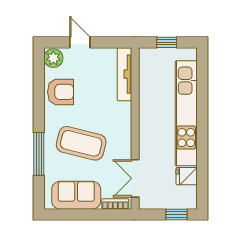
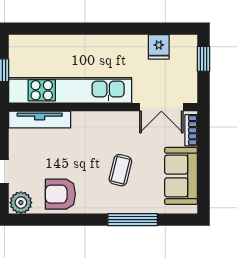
armchair: (61, 92) -> (60, 194), turned -90
kitchen unit: (186, 113) -> (70, 90), moved, turned 180
coffee table: (81, 143) -> (120, 170), width x0.54, depth x0.58

